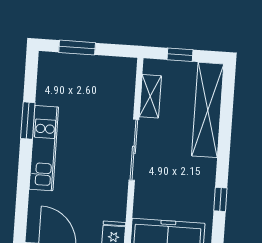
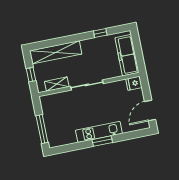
window: (77, 48) -> (42, 129), width x1.44
window: (28, 121) -> (102, 141), moved

